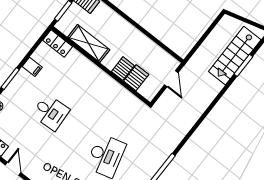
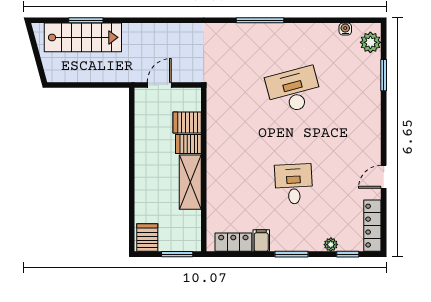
locker: (58, 43) -> (233, 242), moved, turned -90
shelving: (89, 43) -> (190, 182), moved

